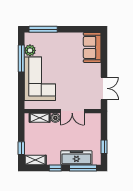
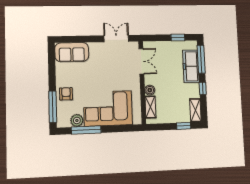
armchair: (54, 41) -> (66, 94), added
double door: (72, 111) -> (141, 61), moved

